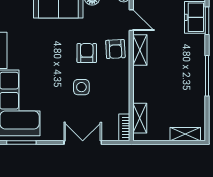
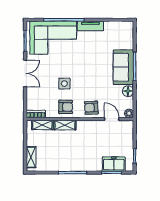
door: (131, 20) -> (112, 119), swing flipped
shelving: (140, 50) -> (65, 125), moved
armchair: (87, 53) -> (66, 107), moved
double door: (83, 142) -> (25, 73), moved

